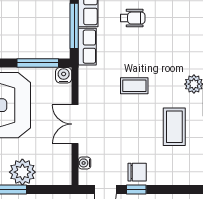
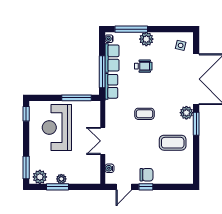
water cooler: (64, 75) -> (95, 106), removed
coffee table: (174, 127) -> (173, 143), turned 90
plant: (22, 172) -> (61, 179), width x0.53, depth x0.53

